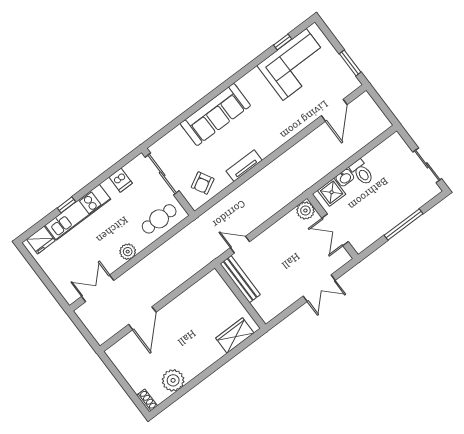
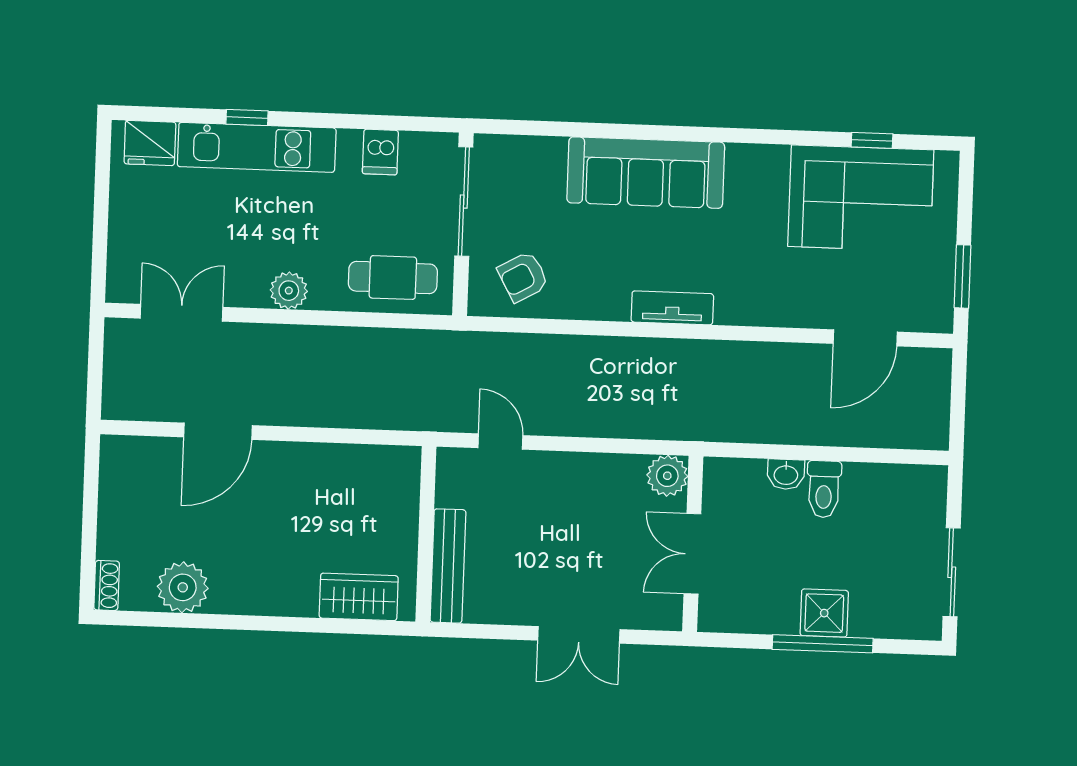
tv unit: (244, 166) -> (672, 308), moved
shower: (332, 192) -> (824, 613), moved
bench: (240, 279) -> (448, 566), moved

